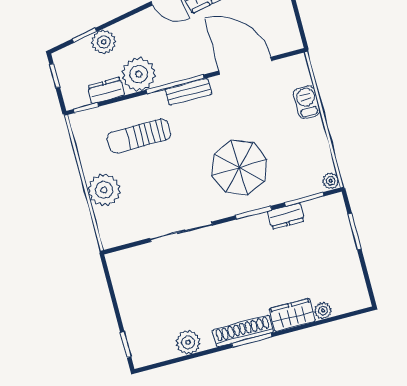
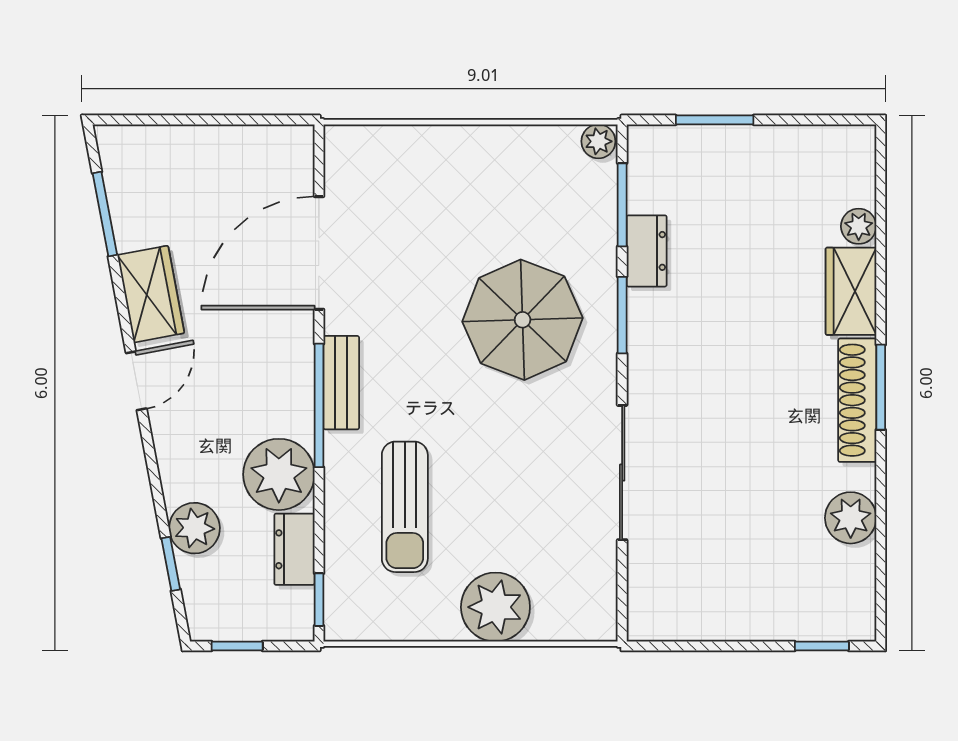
barbecue: (307, 102) -> (426, 148), removed

